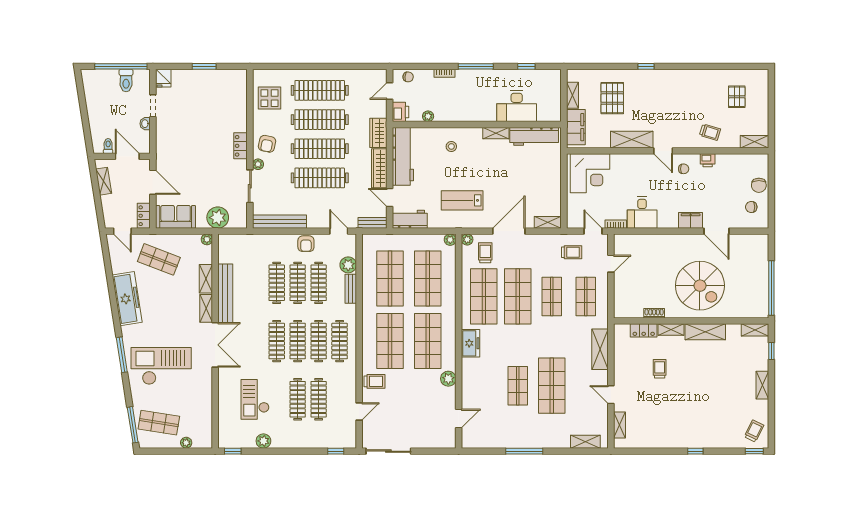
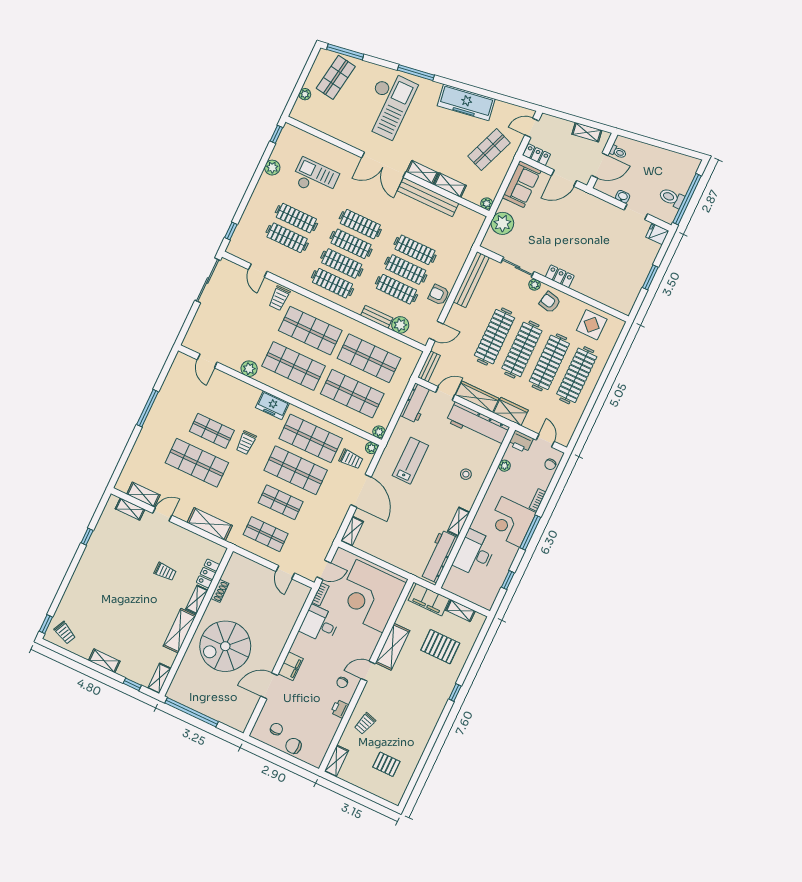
corner desk: (475, 88) -> (511, 522), added
corner desk: (590, 173) -> (370, 596), width x1.36, depth x1.36
trolley: (572, 252) -> (246, 443), moved
shelving: (585, 442) -> (143, 495), moved, turned 90
window: (695, 451) -> (87, 537), moved

